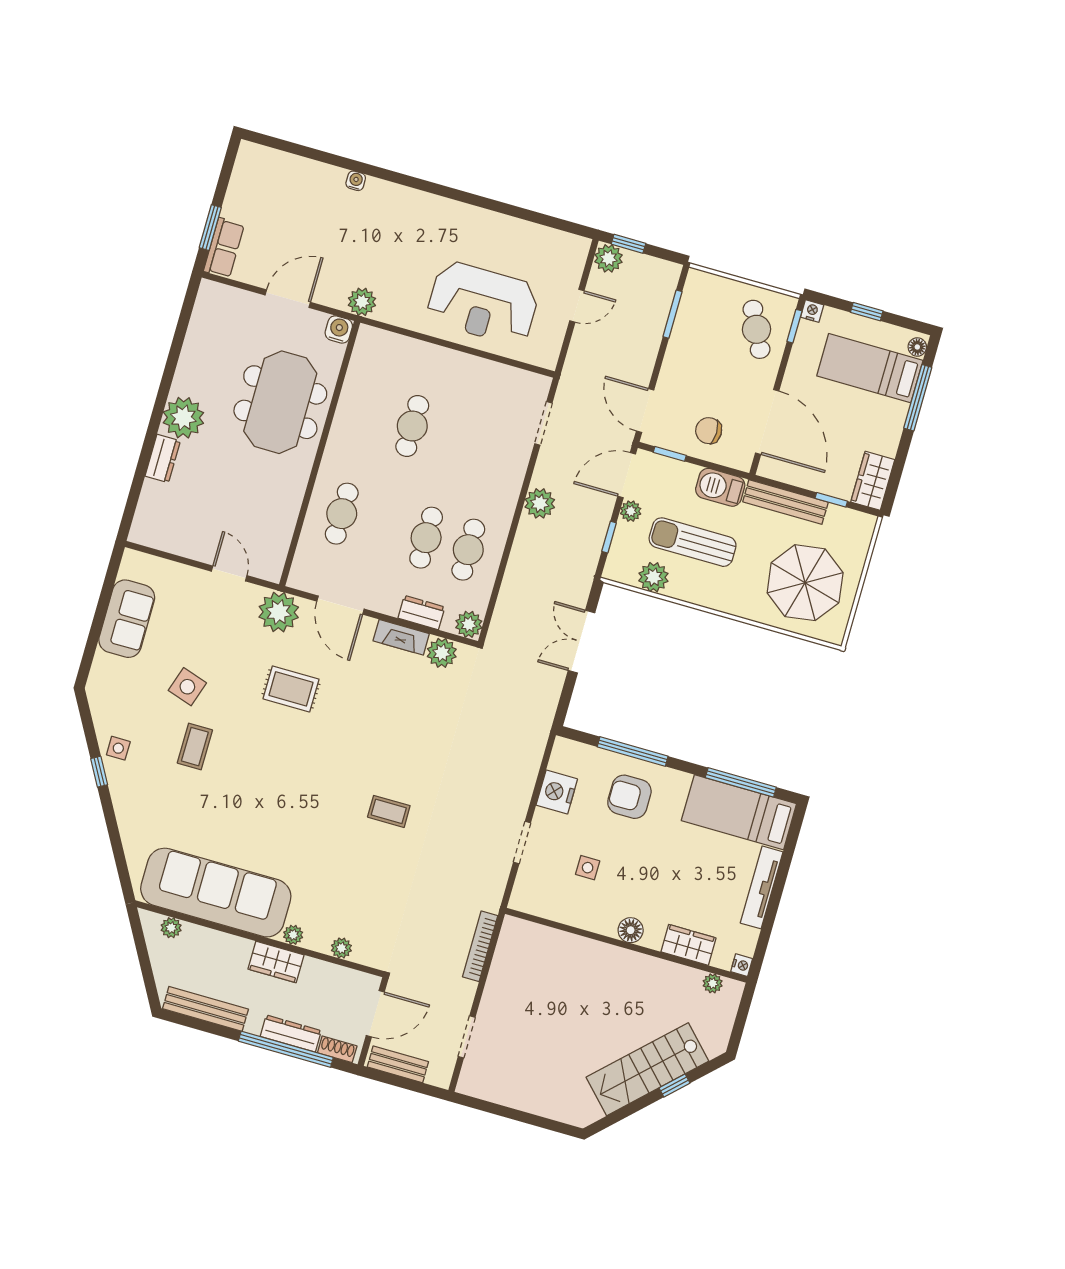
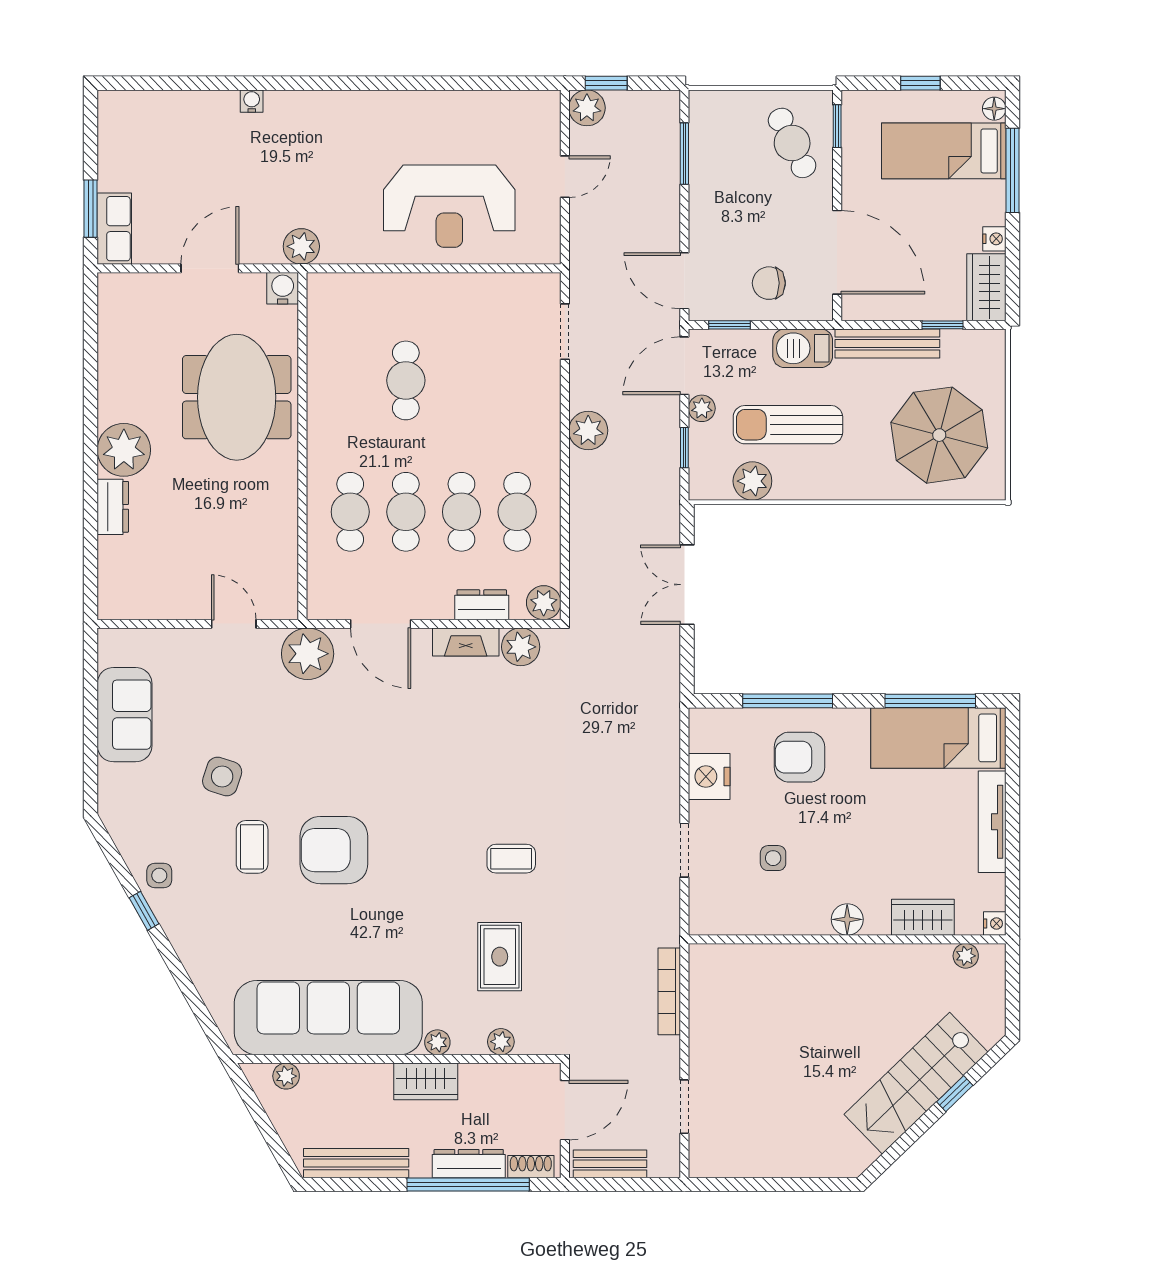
nightstand: (812, 311) -> (994, 239), moved, turned 90
cafe table: (384, 526) -> (406, 512), added
rug: (291, 689) -> (500, 957), moved, turned 90
armchair: (256, 767) -> (334, 850), added

